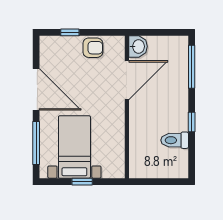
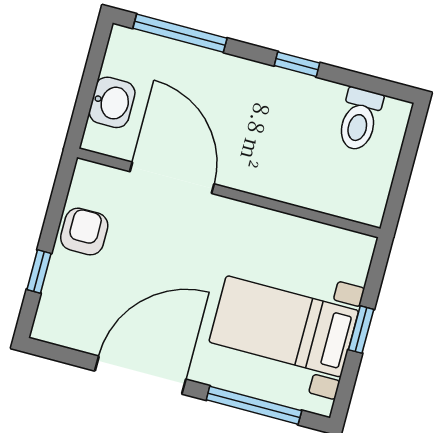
washbasin: (138, 46) -> (112, 102), moved, turned 90
toilet: (175, 140) -> (359, 119), moved

